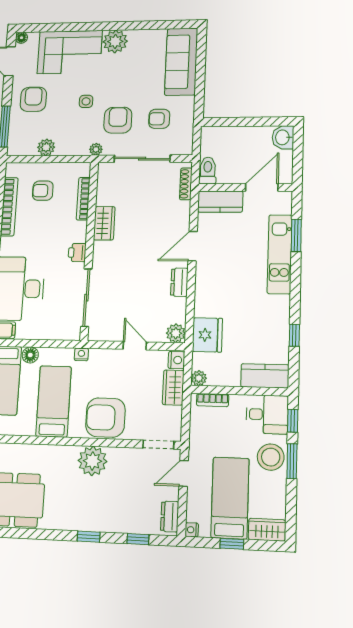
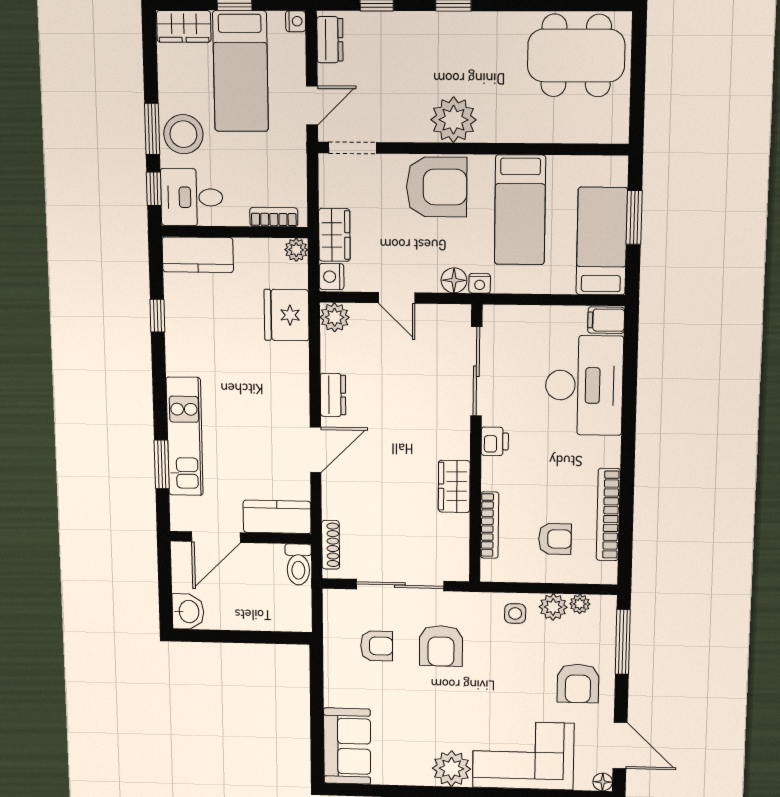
sofa: (181, 62) -> (347, 746), width x0.73
side table: (86, 101) -> (515, 614), moved
plant: (96, 149) -> (580, 604), moved
floor lamp: (30, 355) -> (454, 280), moved

